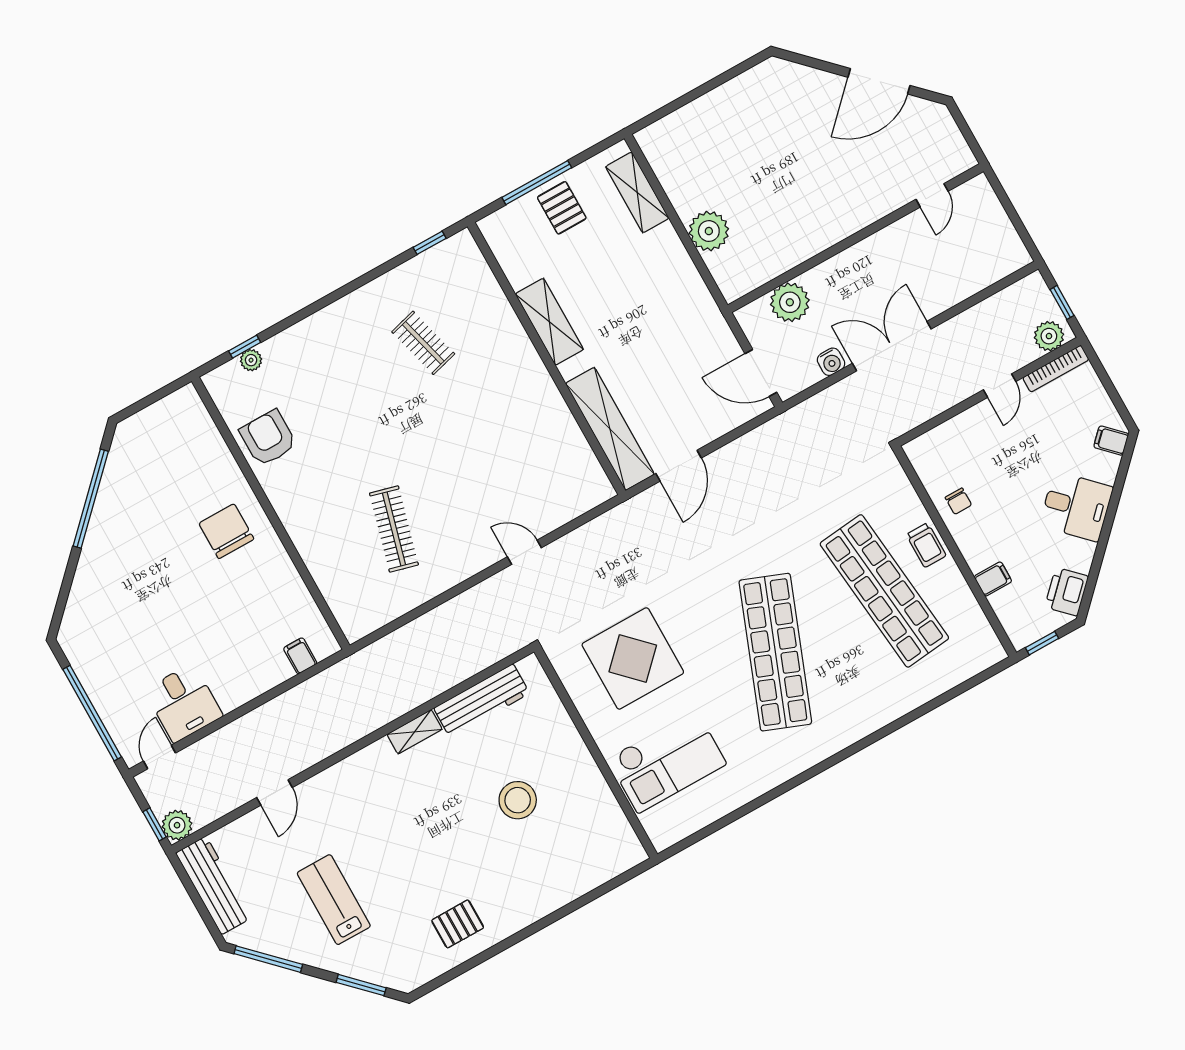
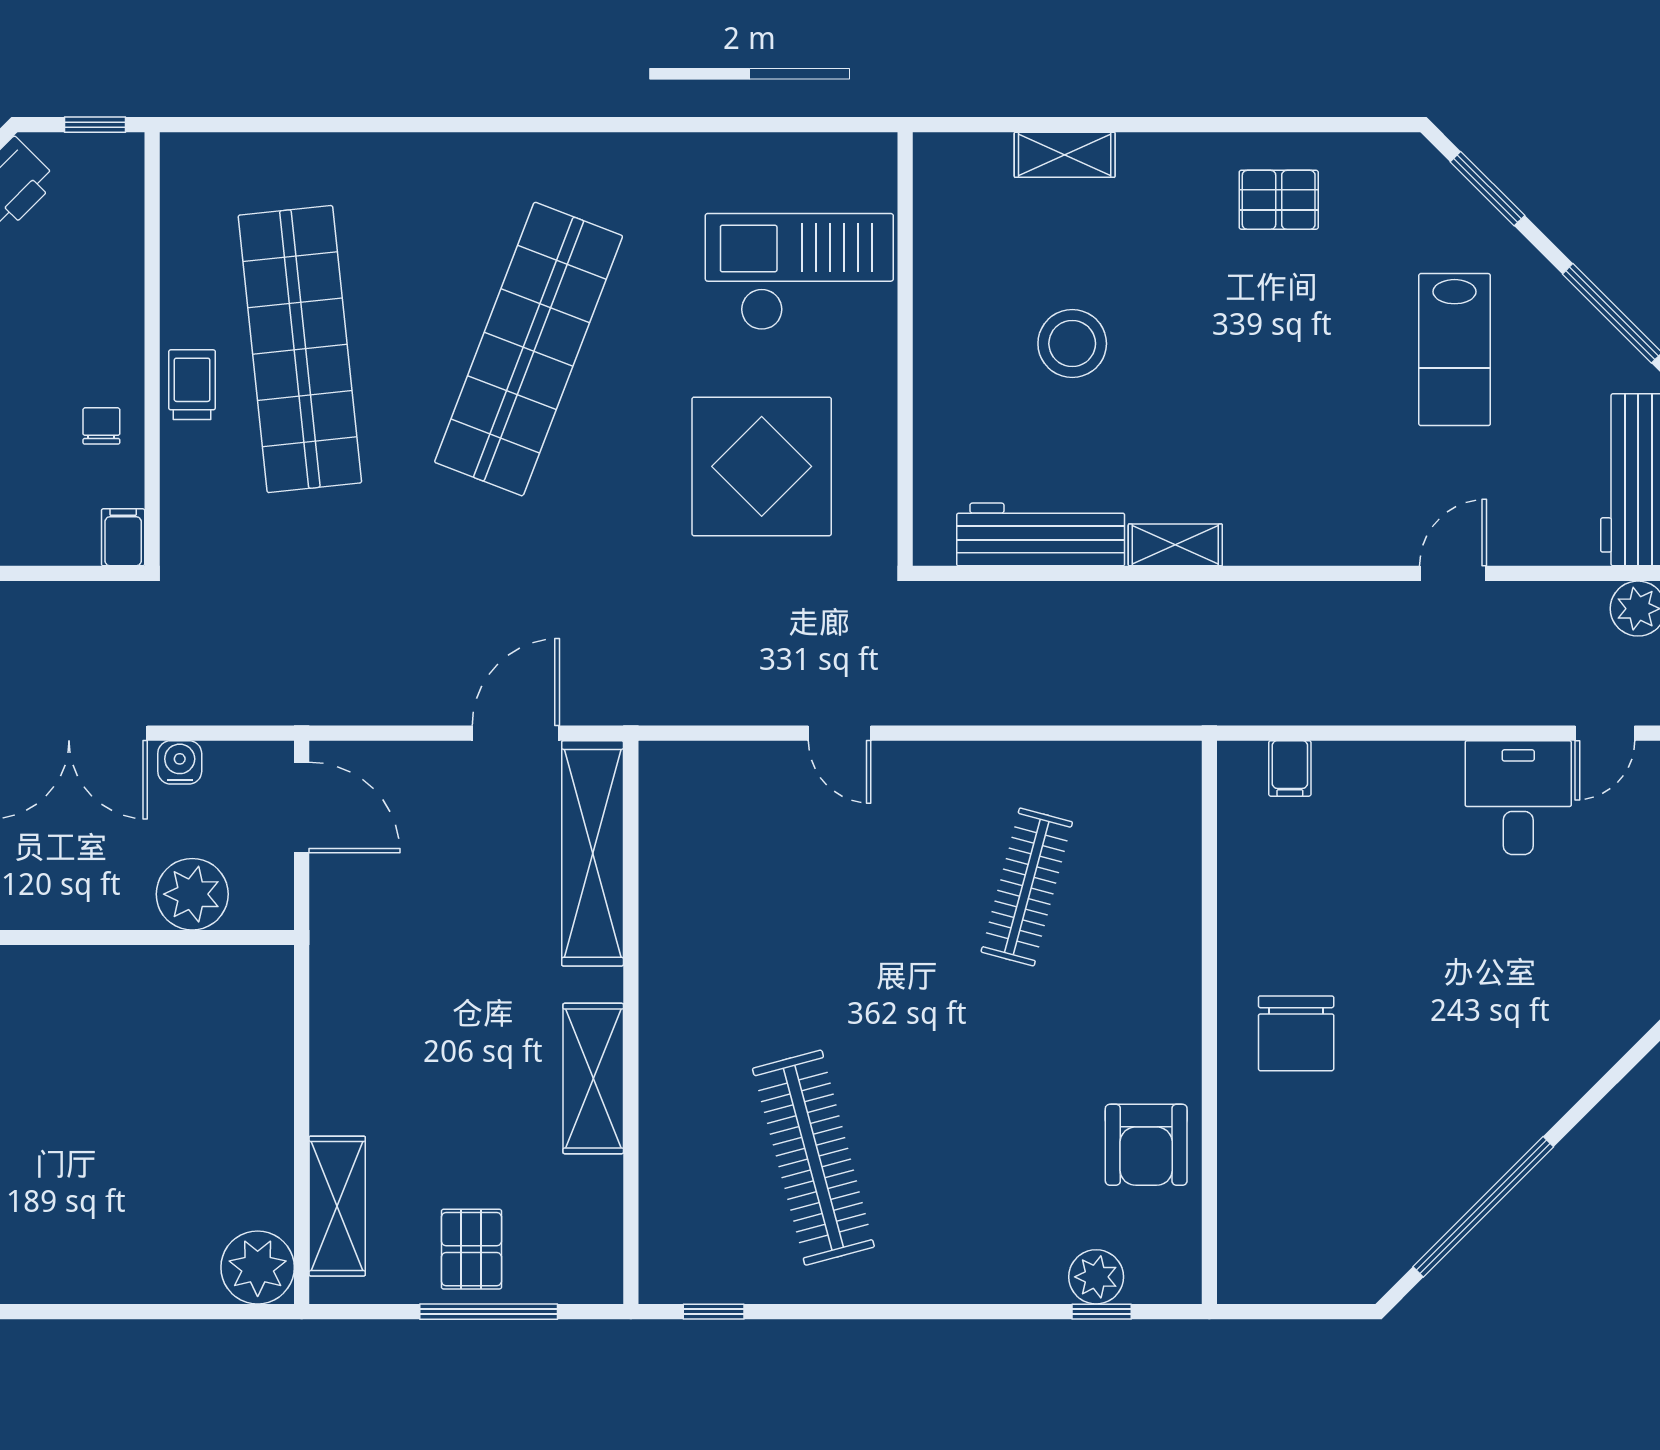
plant: (709, 231) -> (258, 1267), moved
clothes rail: (423, 343) -> (813, 1158), width x1.86, depth x1.31
plant: (251, 360) -> (1096, 1277), width x1.38, depth x1.38
filing cabinet: (993, 579) -> (123, 537), moved, turned 90
shelving: (572, 888) -> (1065, 155), added

